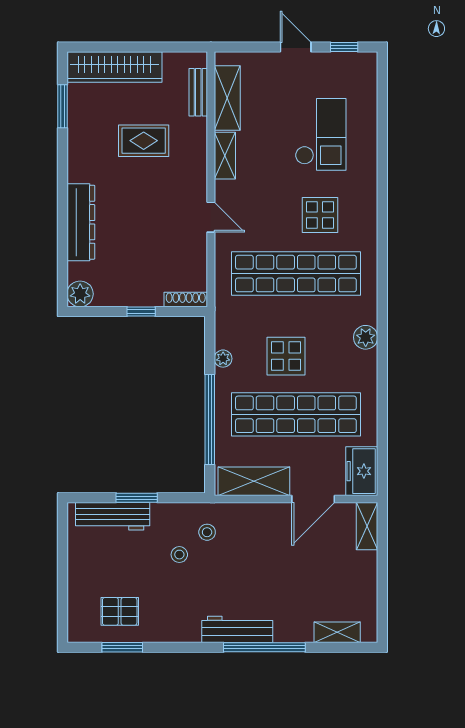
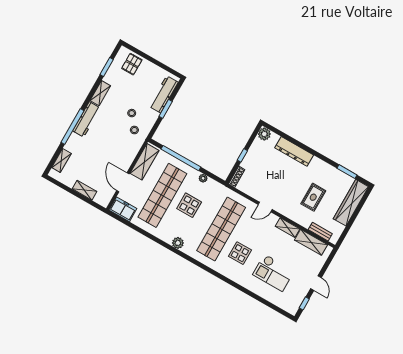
door: (296, 47) -> (316, 283), hinge flipped
shelving: (367, 526) -> (84, 190), moved
pallet: (120, 611) -> (132, 64), moved
shelving: (176, 632) -> (100, 93), added

